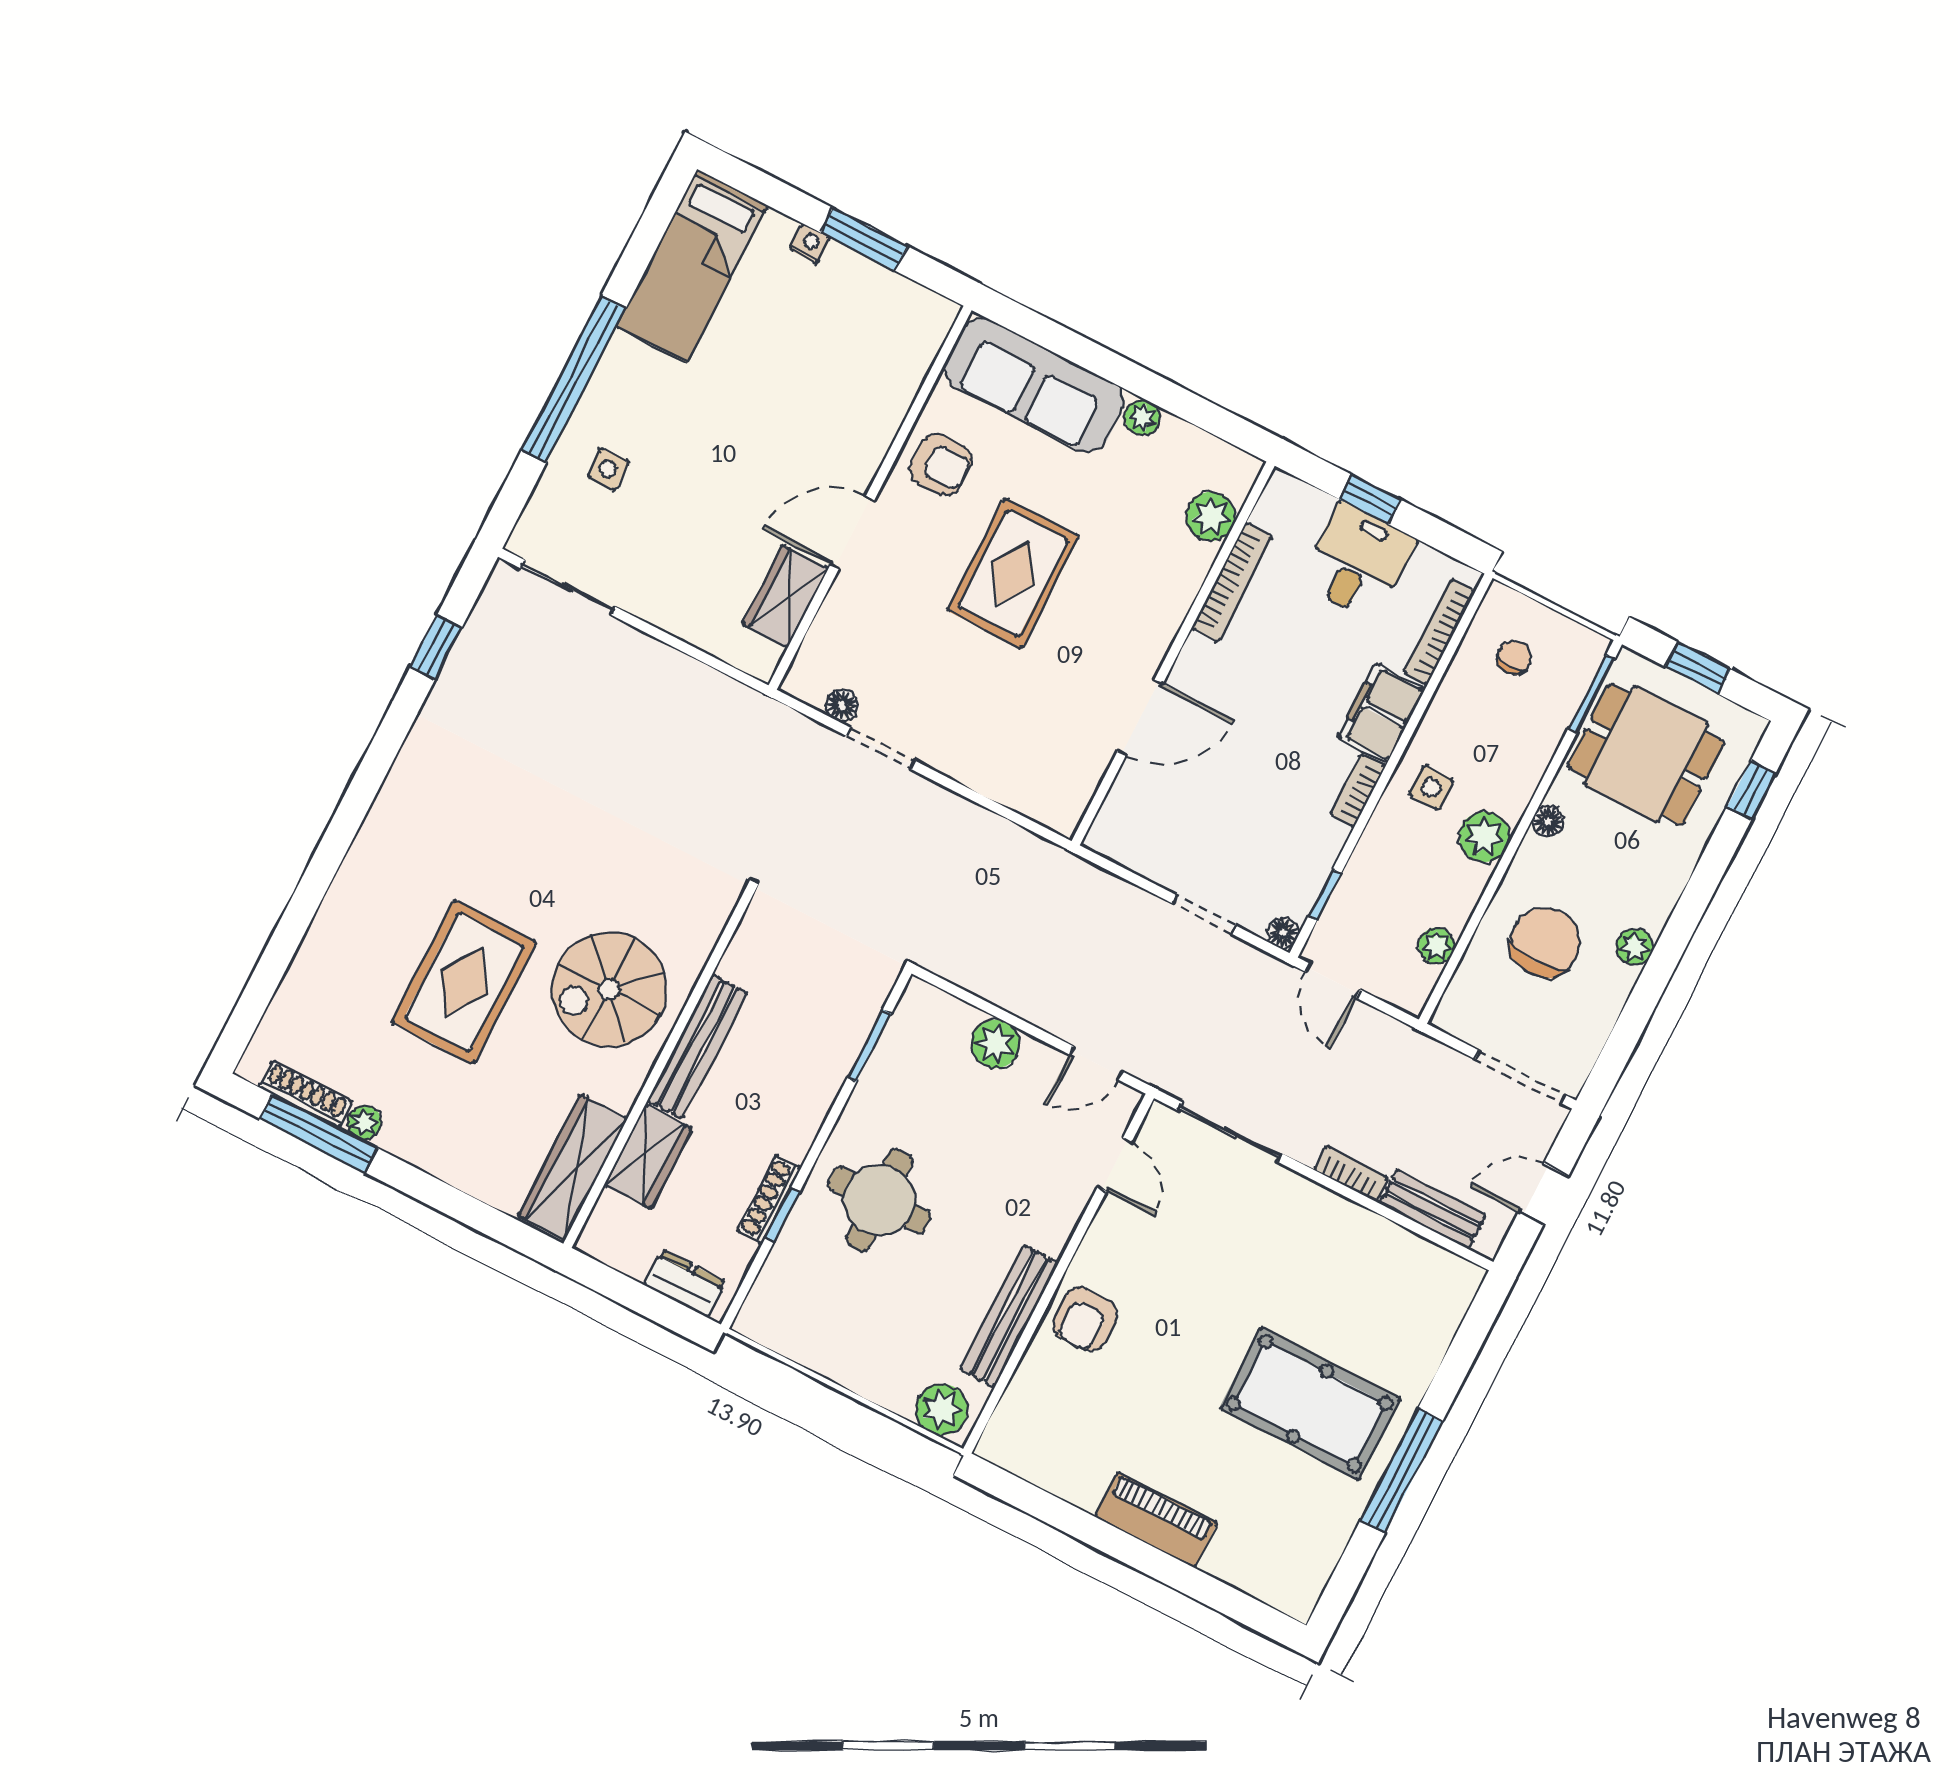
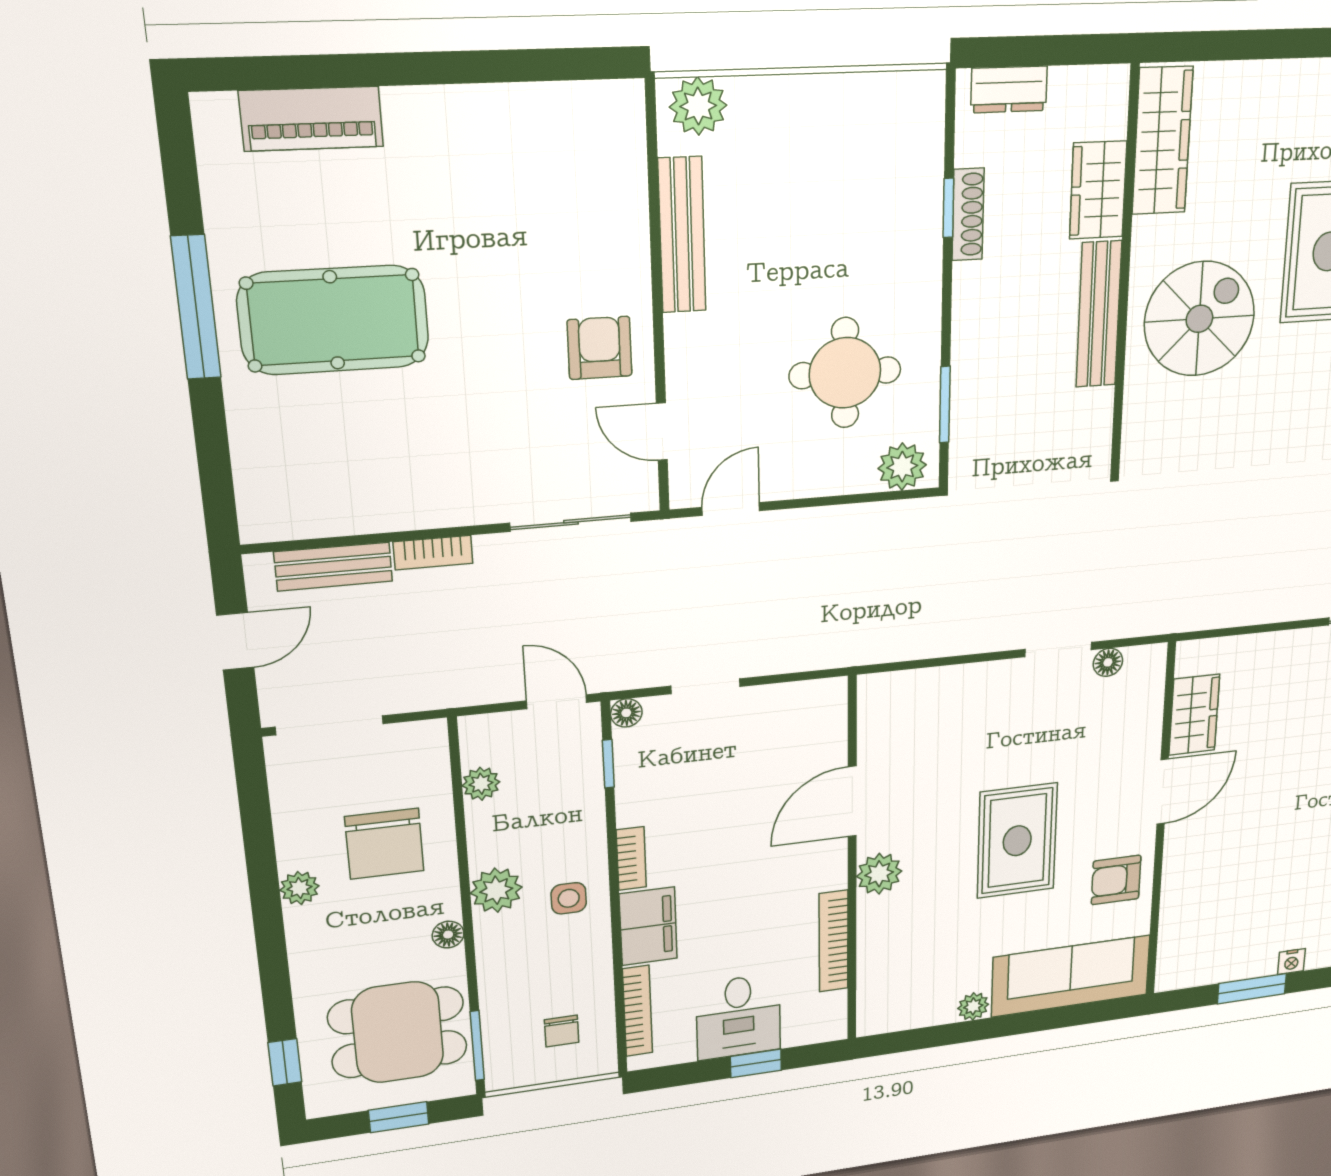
plant: (1211, 516) -> (879, 874), moved
plant: (995, 1044) -> (902, 467), moved
round table: (880, 1200) -> (845, 373), moved
armchair: (1085, 1319) -> (600, 348), moved
piano: (1156, 1520) -> (311, 119), moved

